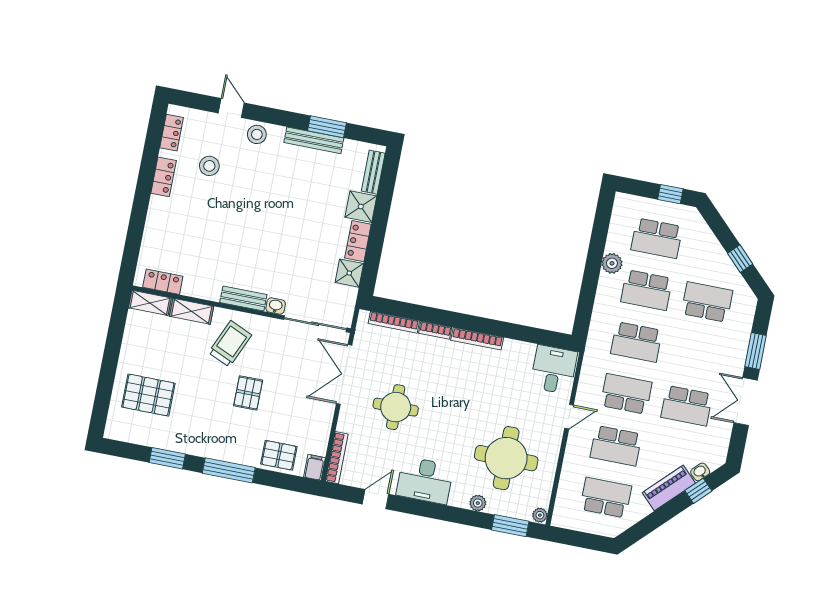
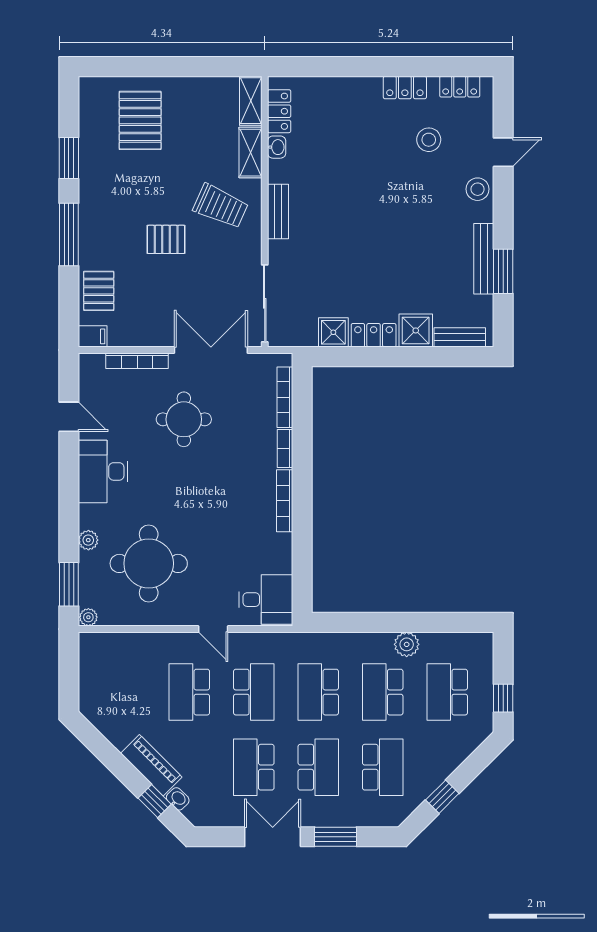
washbasin: (276, 306) -> (277, 147), moved
bookcase: (337, 458) -> (137, 361), moved
school desk: (606, 498) -> (318, 767), moved

